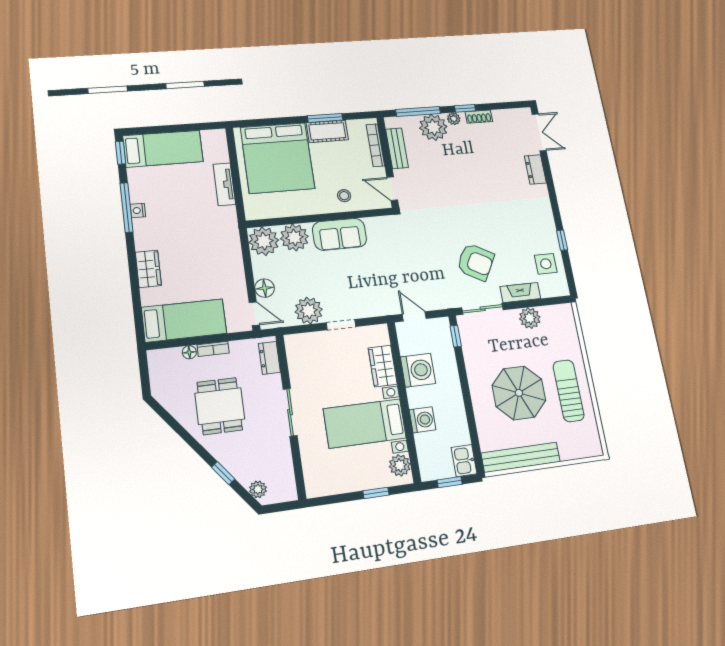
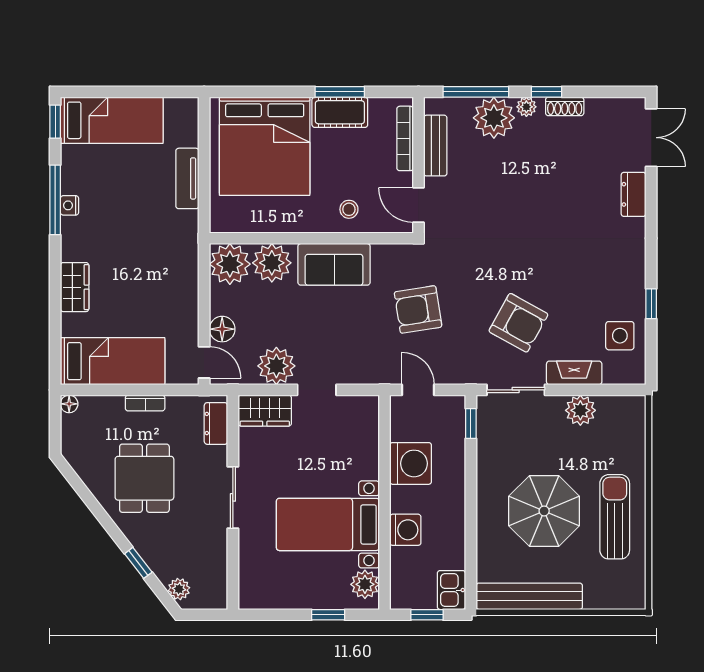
armchair: (404, 260) -> (418, 309), added
floor lamp: (189, 352) -> (69, 404), moved
wardrobe: (383, 366) -> (265, 411), moved, turned -90

